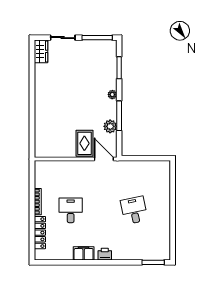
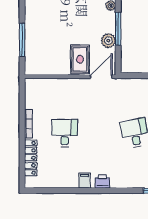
window: (32, 126) -> (22, 40), added
door: (104, 159) -> (101, 77), hinge flipped
filing cabinet: (84, 253) -> (85, 181), width x0.50

